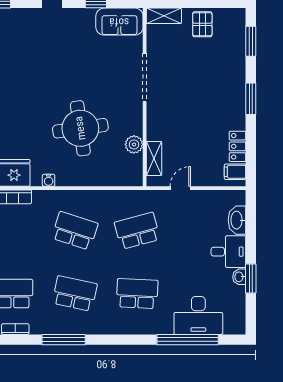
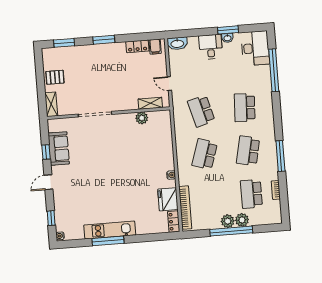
sofa: (119, 22) -> (59, 149), moved
round table: (80, 128) -> (133, 156), removed
washbasin: (237, 220) -> (177, 43), moved
desk: (198, 315) -> (255, 48), moved

